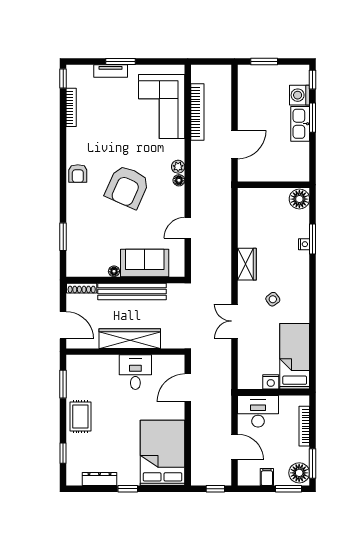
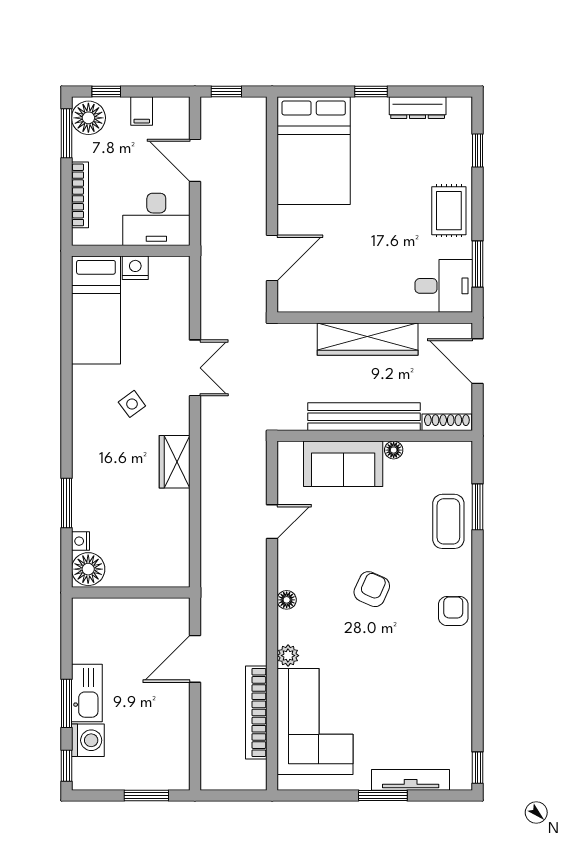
tv unit: (111, 71) -> (411, 780), width x1.41
bookcase: (71, 107) -> (464, 720), removed
plant: (178, 167) -> (288, 656), moved
armchair: (127, 187) -> (372, 589), width x0.53, depth x0.53
coffee table: (81, 228) -> (448, 521), added
nightstand: (304, 244) -> (80, 541), moved
desk: (135, 372) -> (444, 286), moved, turned -90
window: (288, 489) -> (106, 91), width x0.67

